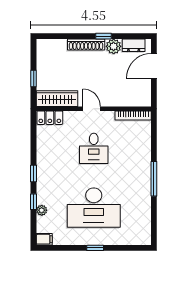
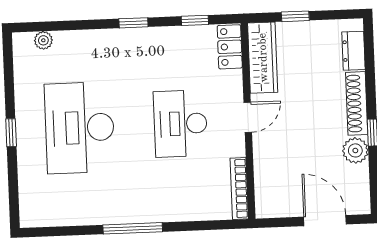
dresser: (134, 45) -> (353, 51), moved
desk: (94, 148) -> (180, 124), width x1.37
window: (34, 202) -> (195, 20), moved
plant: (42, 210) -> (43, 40), moved
filing cabinet: (44, 239) -> (22, 45), removed

